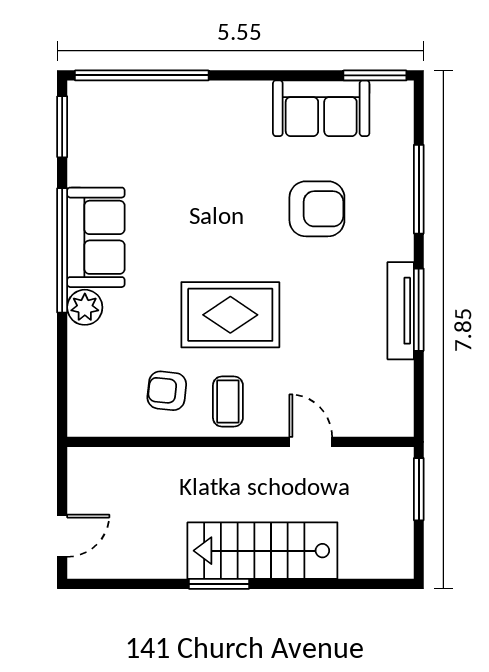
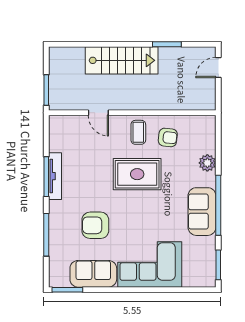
window: (142, 75) -> (180, 290), removed
corner sofa: (204, 128) -> (150, 264), added
plant: (85, 307) -> (207, 163), moved
window: (219, 584) -> (167, 44), moved

